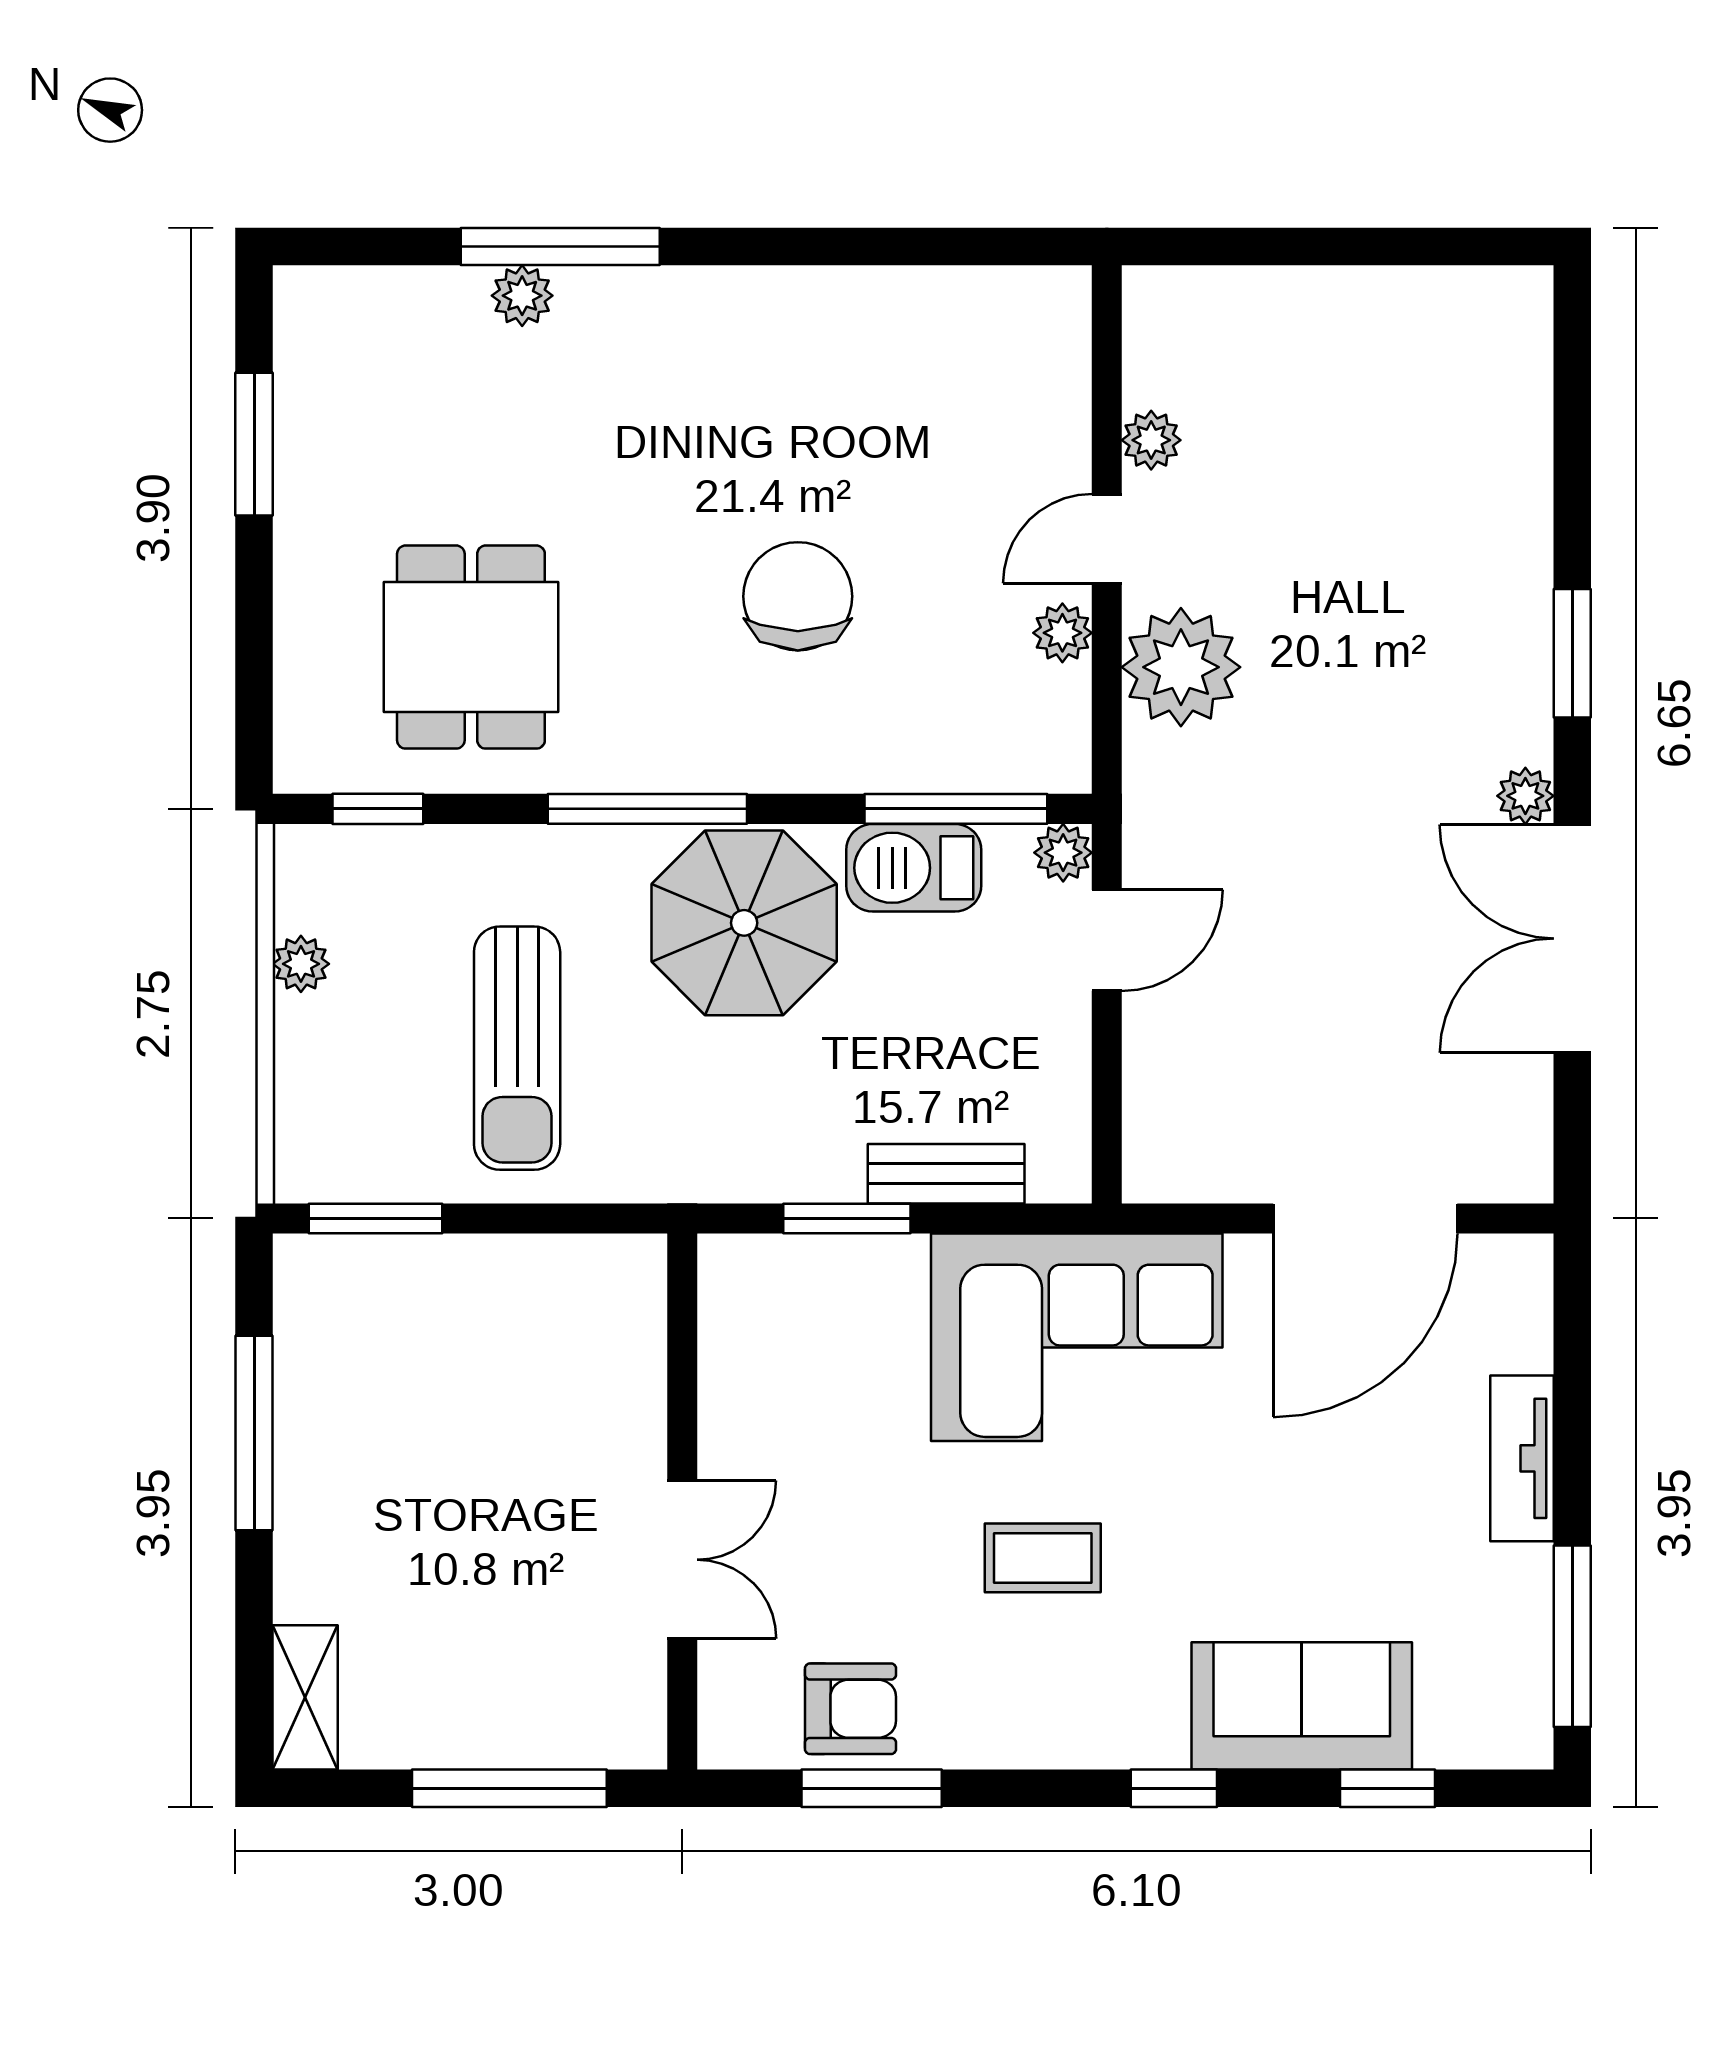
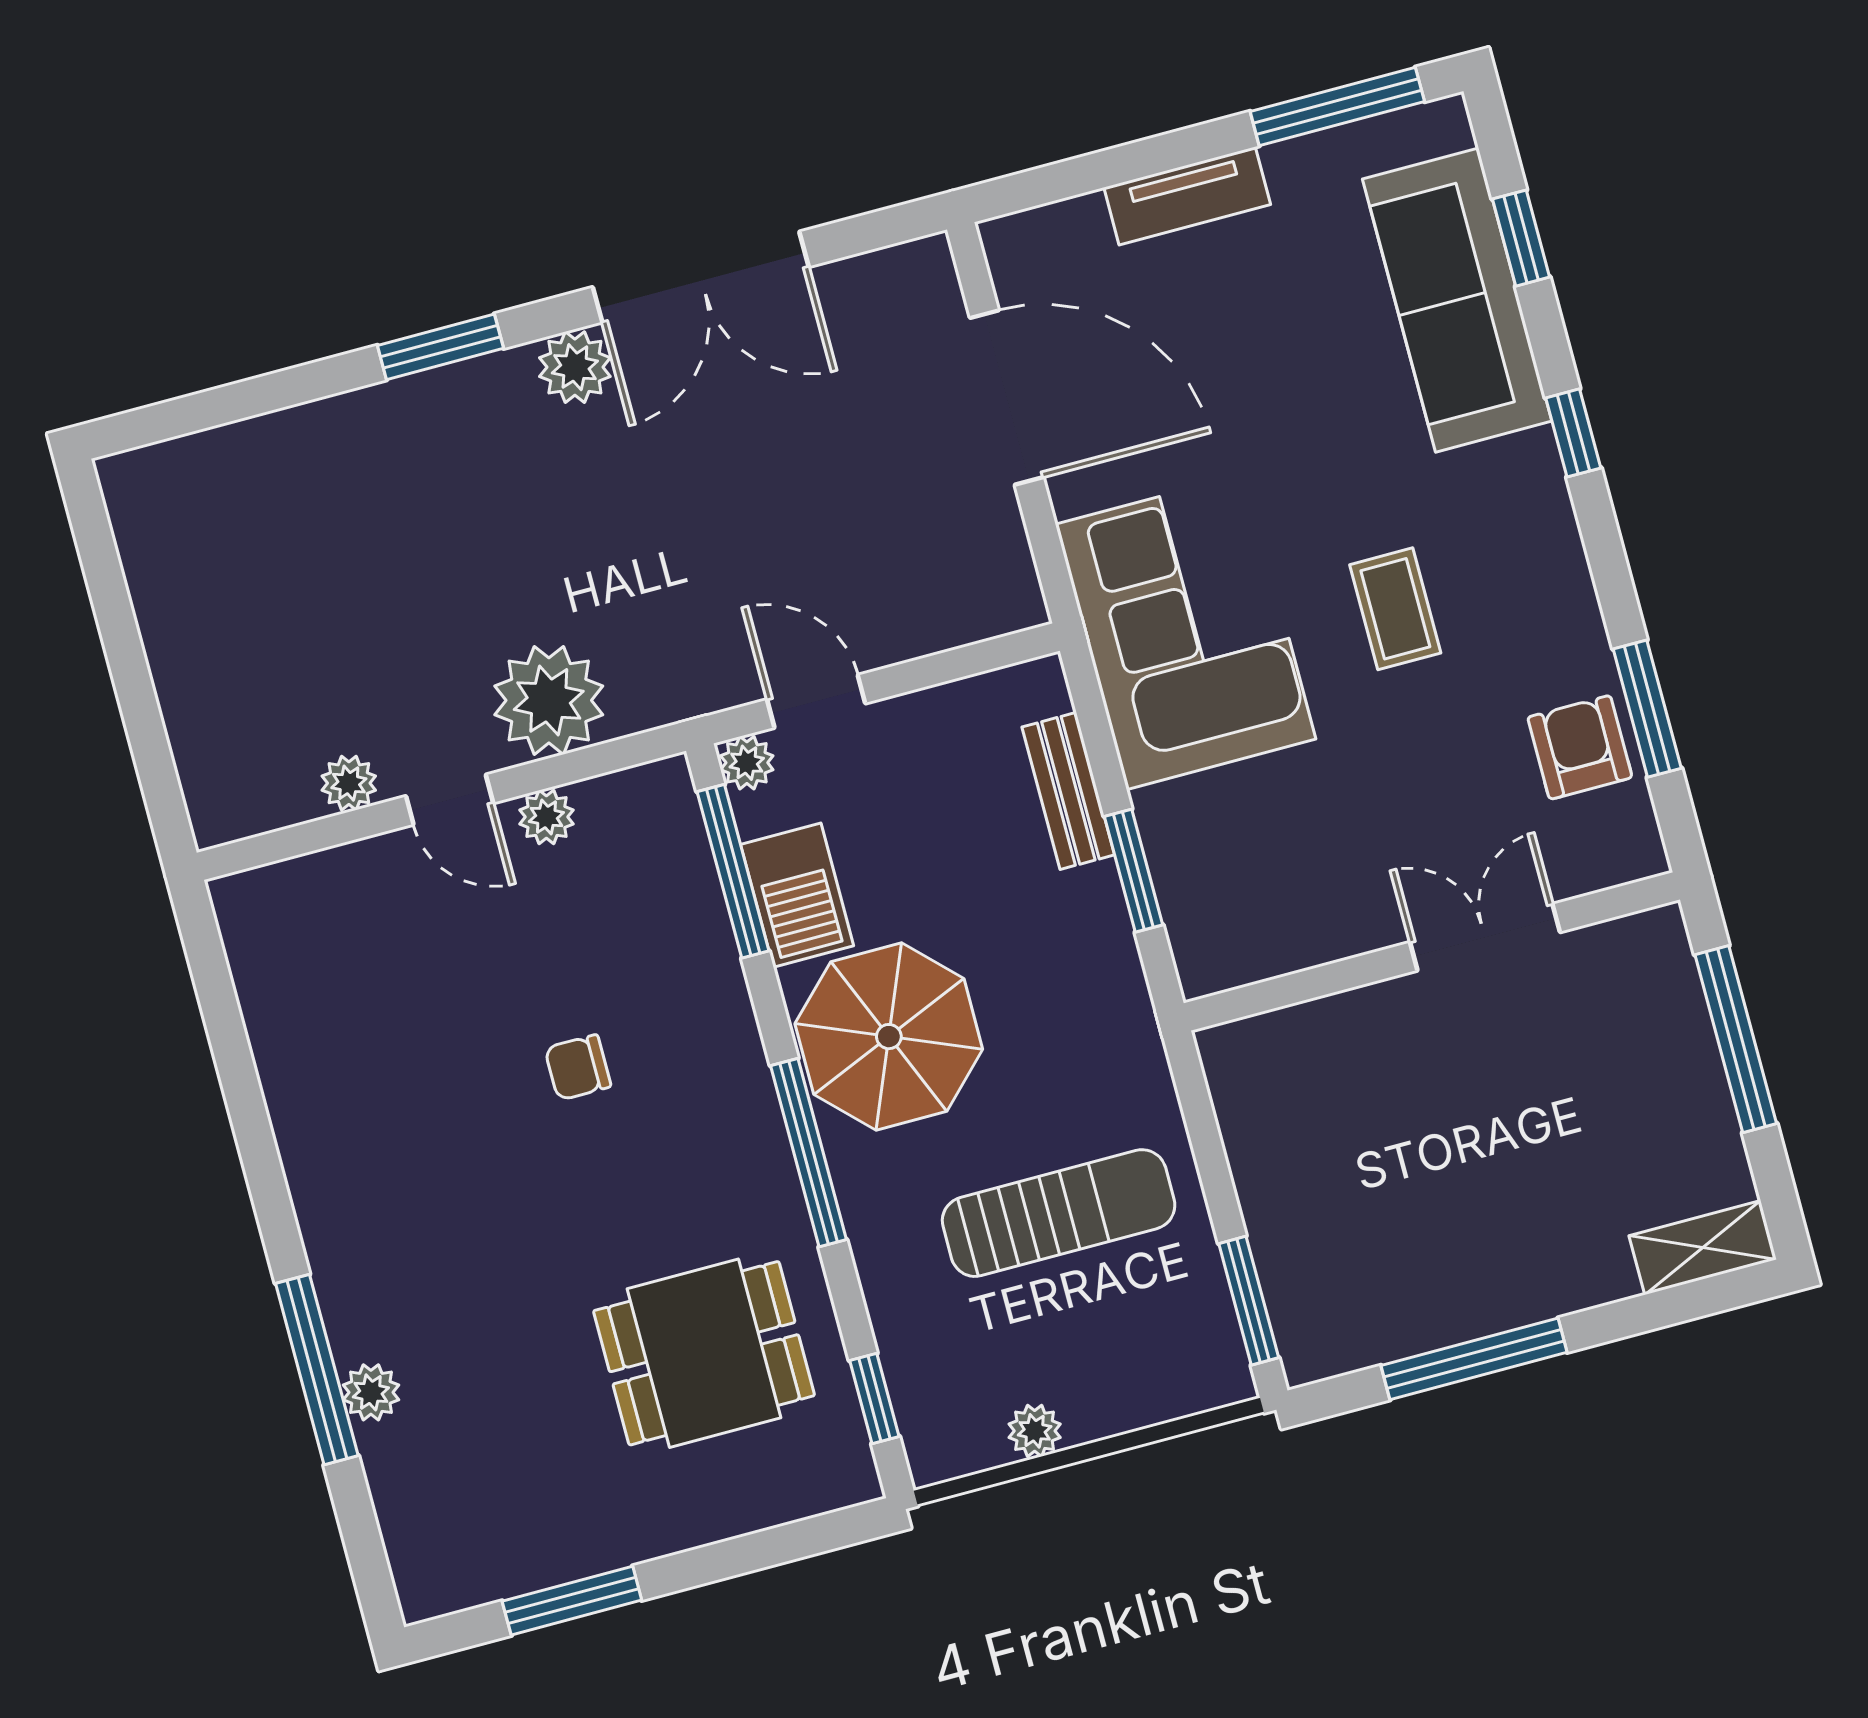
chair: (798, 596) -> (578, 1067), width x0.54, depth x0.54
plant: (1525, 796) -> (575, 367), width x1.38, depth x1.38
sofa: (1302, 1706) -> (1457, 300), width x1.36

